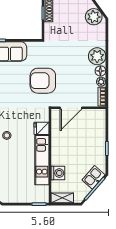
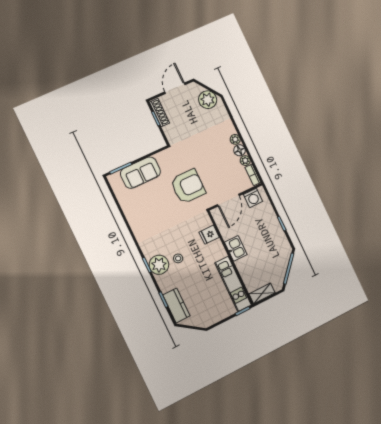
plant: (97, 56) -> (235, 139), width x0.53, depth x0.53
armchair: (43, 81) -> (188, 186), turned 180
kitchen unit: (42, 160) -> (233, 284), moved
washing machine: (58, 173) -> (253, 198), moved, turned 90
kitchen sink: (93, 177) -> (236, 248), moved, turned 139

